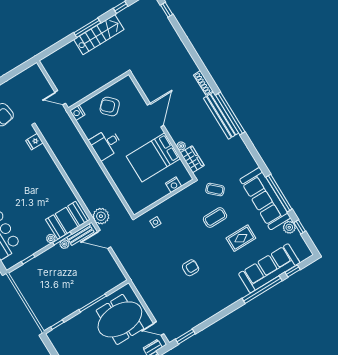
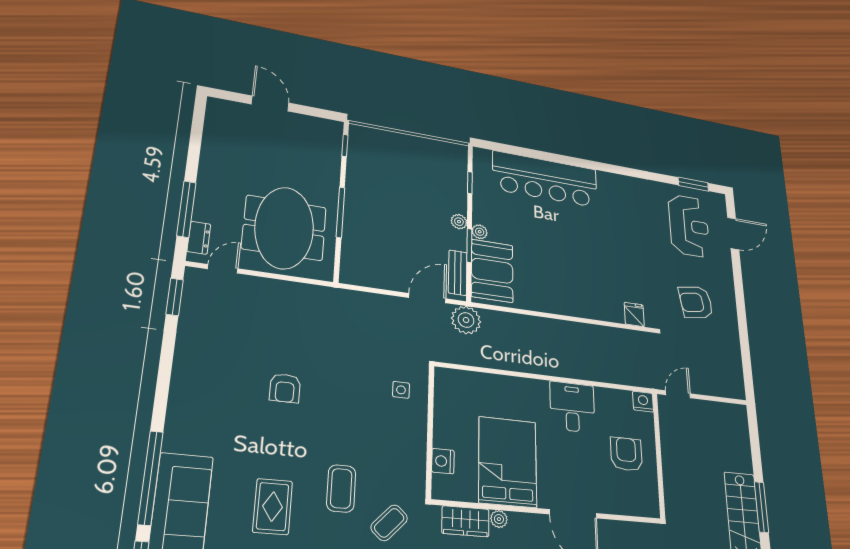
armchair: (110, 106) -> (626, 454), turned -45
plant: (64, 244) -> (459, 222), moved

